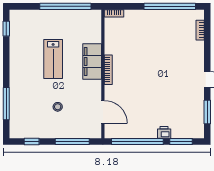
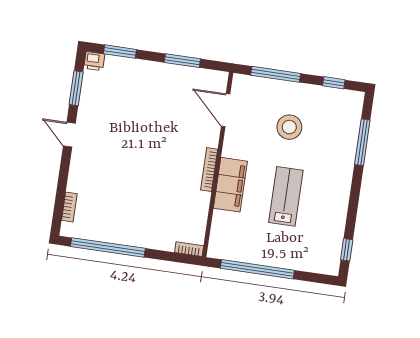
stool: (58, 107) -> (289, 127), width x1.89, depth x1.89
printer: (164, 132) -> (94, 61), moved
window: (137, 141) -> (182, 61), width x0.47

